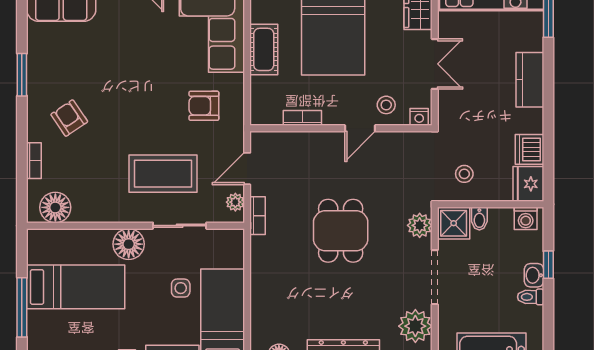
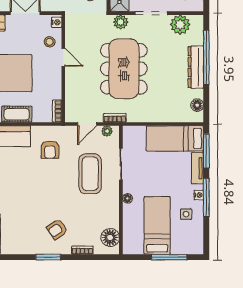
window: (22, 75) -> (48, 257), moved
bookcase: (302, 118) -> (57, 111), moved
door: (247, 169) -> (87, 124), hinge flipped
dining table: (341, 231) -> (124, 69), width x1.88, depth x1.24
floor lamp: (129, 244) -> (127, 198), width x0.53, depth x0.53
side table: (181, 288) -> (186, 214), moved

